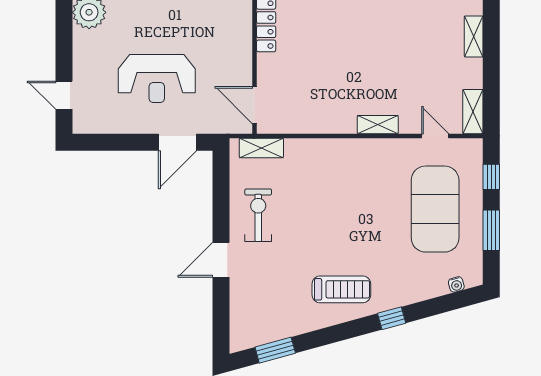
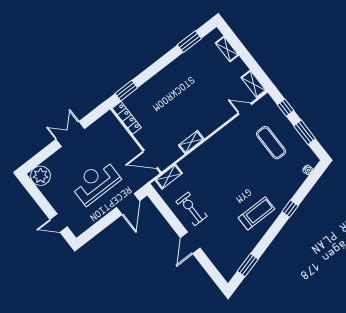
reception desk: (157, 78) -> (96, 182), turned 180
shelving: (378, 125) -> (191, 142), moved
exercise mat: (435, 209) -> (271, 143), width x0.50, depth x0.69

